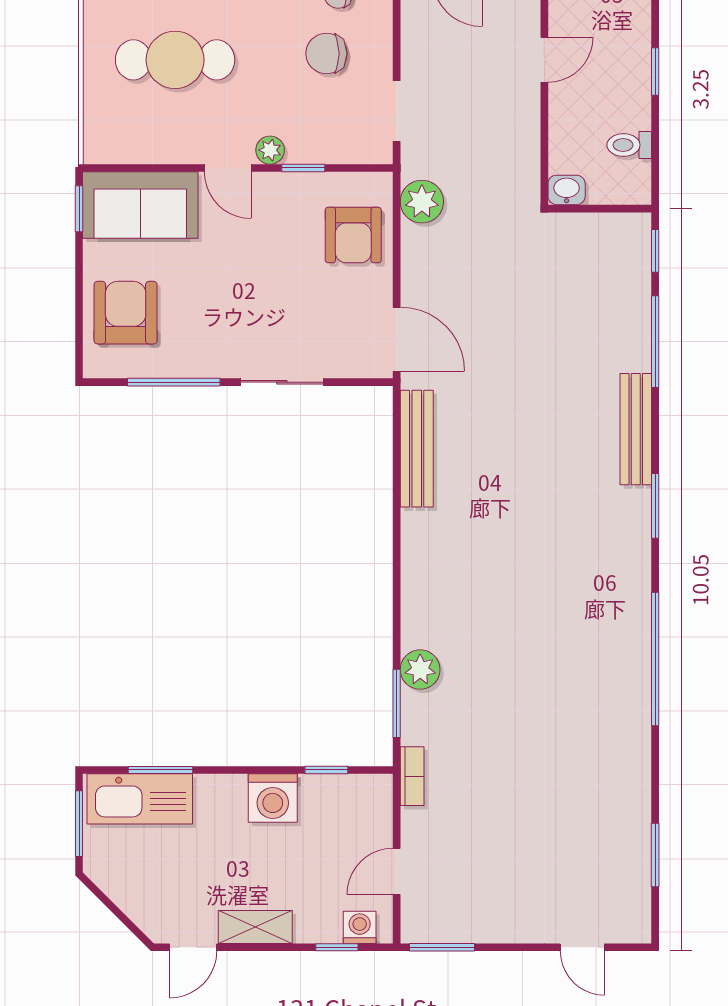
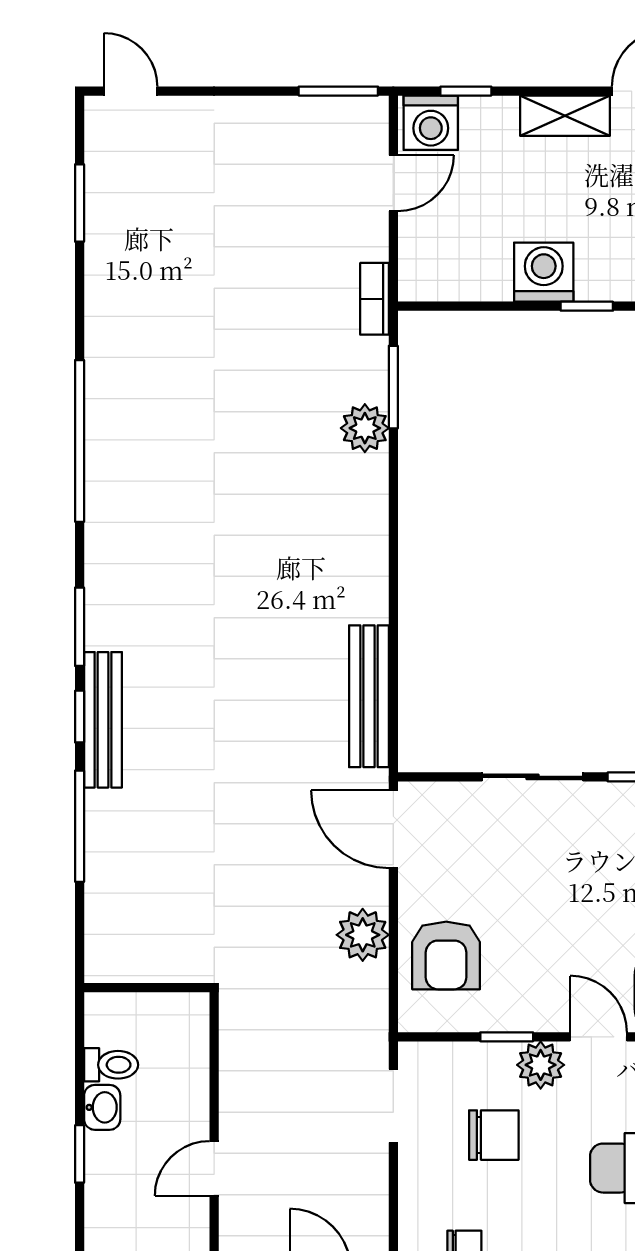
chair: (326, 54) -> (494, 1135), moved
plant: (270, 150) -> (541, 1065), width x1.38, depth x1.38
washbasin: (567, 190) -> (102, 1107), moved, turned -90
plant: (422, 202) -> (363, 935), moved
armchair: (353, 235) -> (446, 955), turned 180
window: (655, 251) -> (80, 717), moved
window: (326, 770) -> (587, 306), moved
washing machine: (360, 927) -> (431, 123), width x1.38, depth x1.38
door: (582, 947) -> (131, 91), moved

